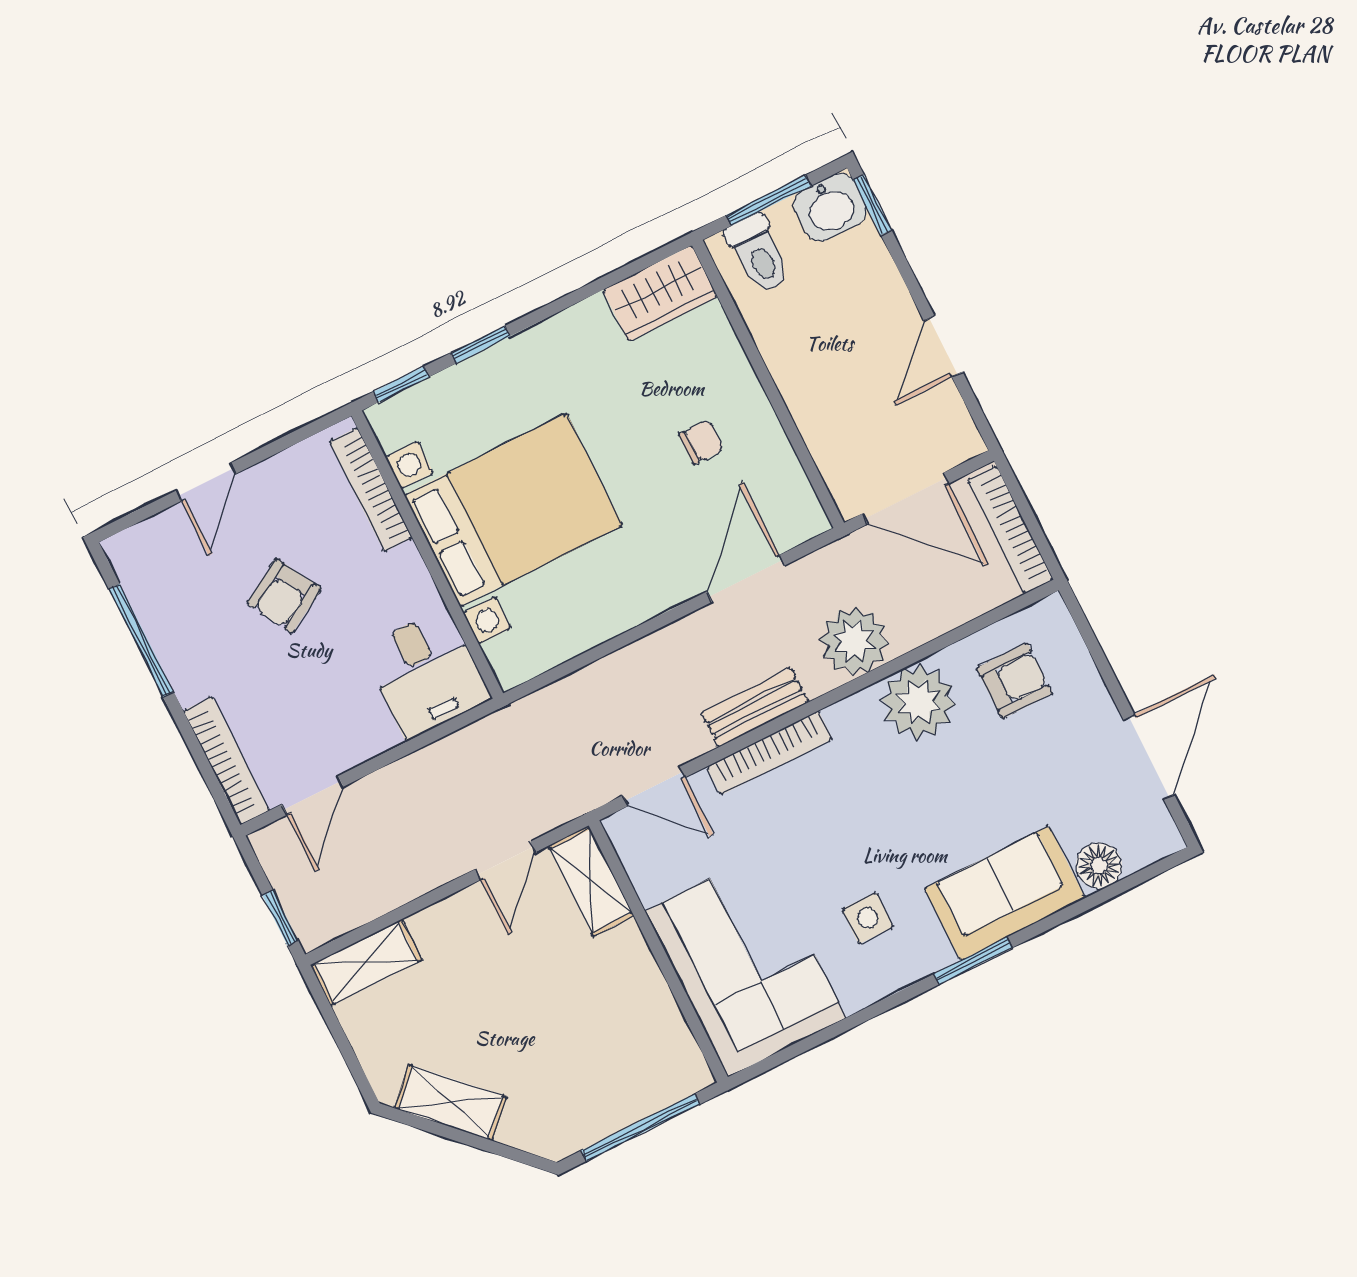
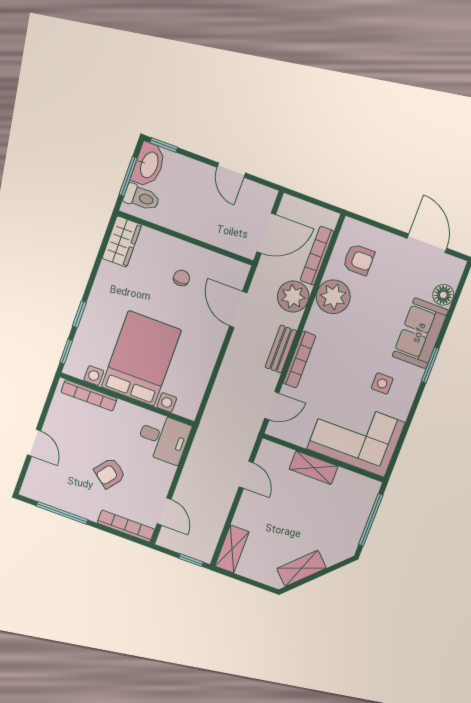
washbasin: (830, 207) -> (149, 165), width x1.38
bookcase: (1010, 530) -> (317, 256), moved, turned 90
armchair: (284, 596) -> (110, 473), moved, turned 68
armchair: (1015, 681) -> (359, 260), turned 90
shelving: (591, 881) -> (314, 468), moved

